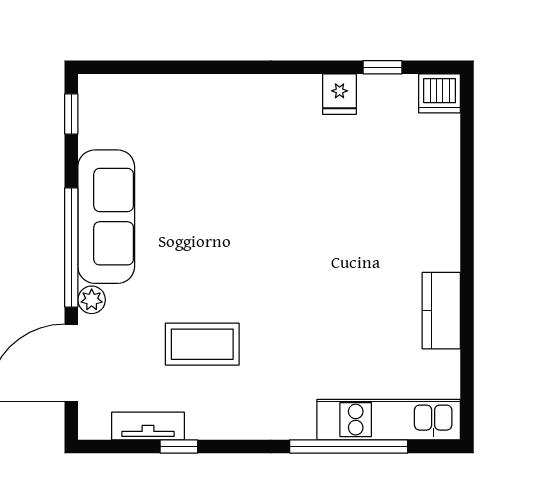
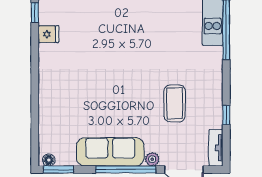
floor lamp: (90, 95) -> (49, 160), added
window: (71, 114) -> (58, 169), width x1.50
tv unit: (148, 426) -> (216, 148), moved

